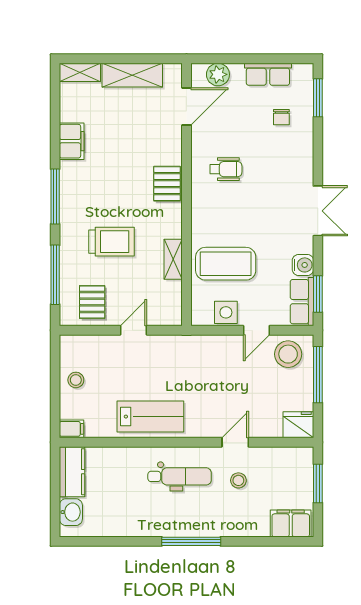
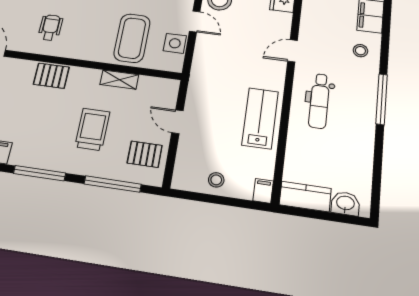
door: (235, 442) -> (292, 51), hinge flipped
dental chair: (180, 476) -> (319, 101), turned 180
stool: (238, 480) -> (360, 51), moved

